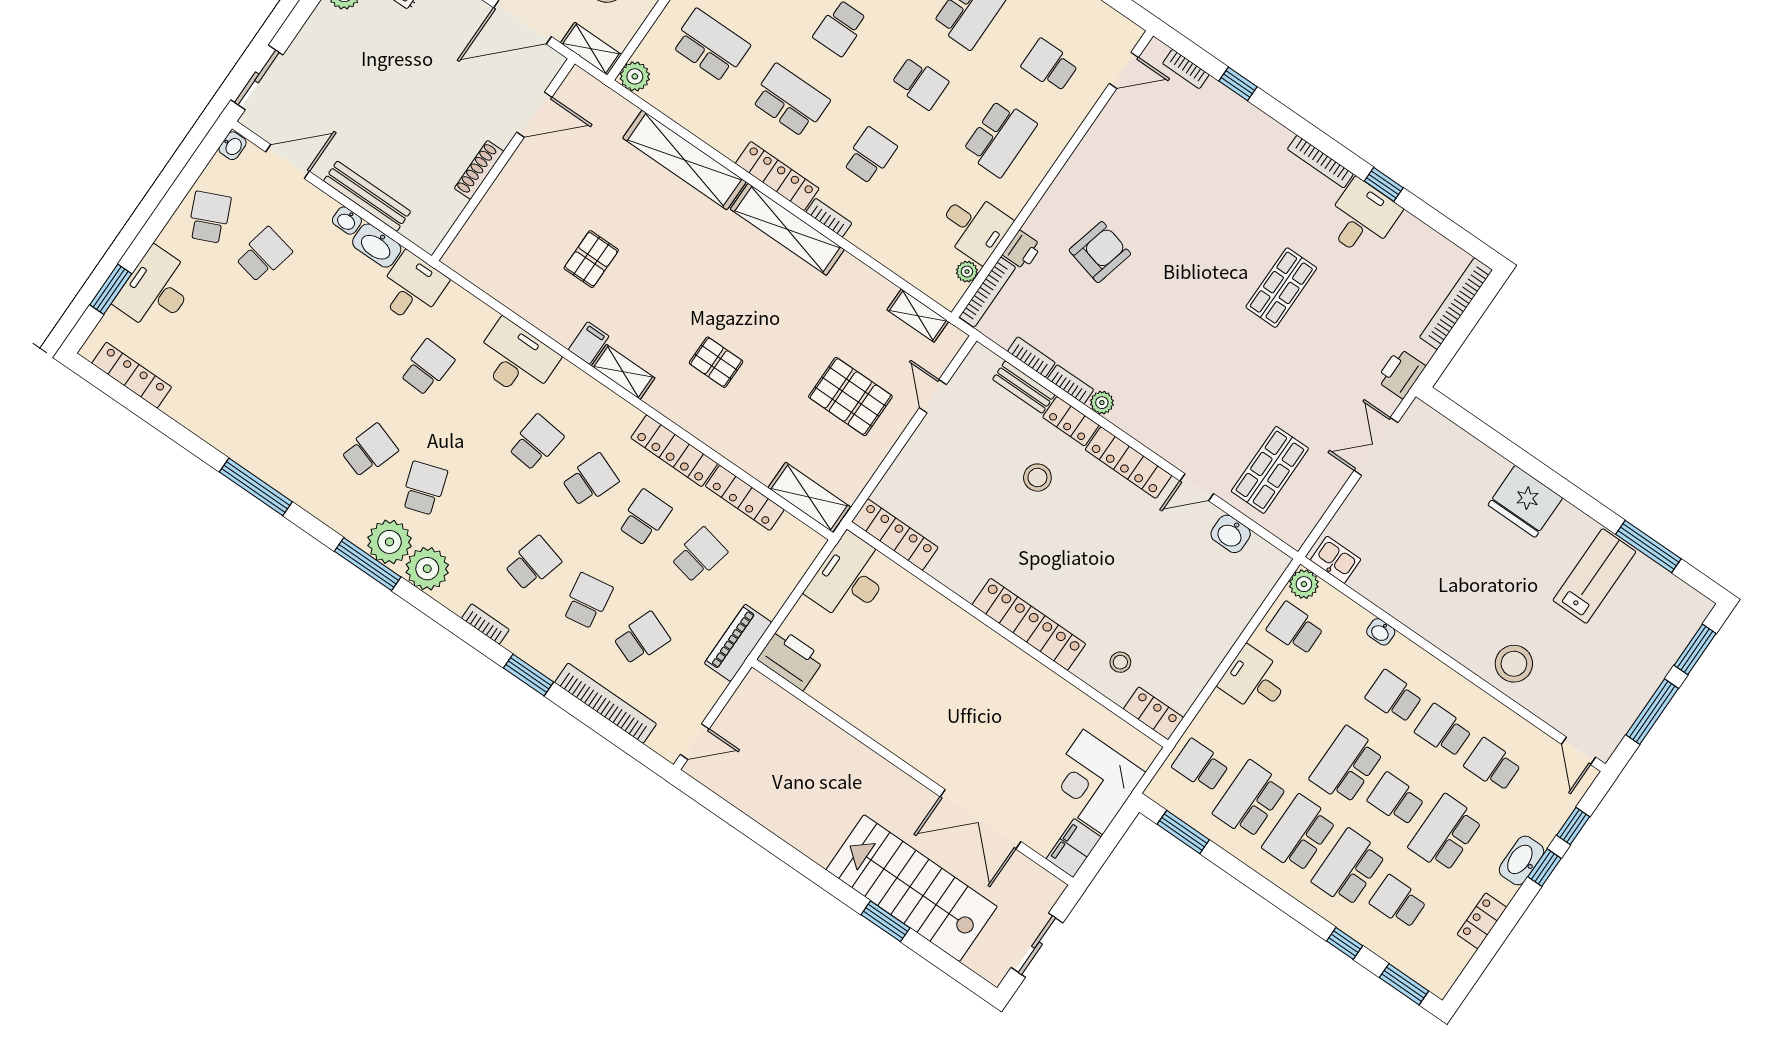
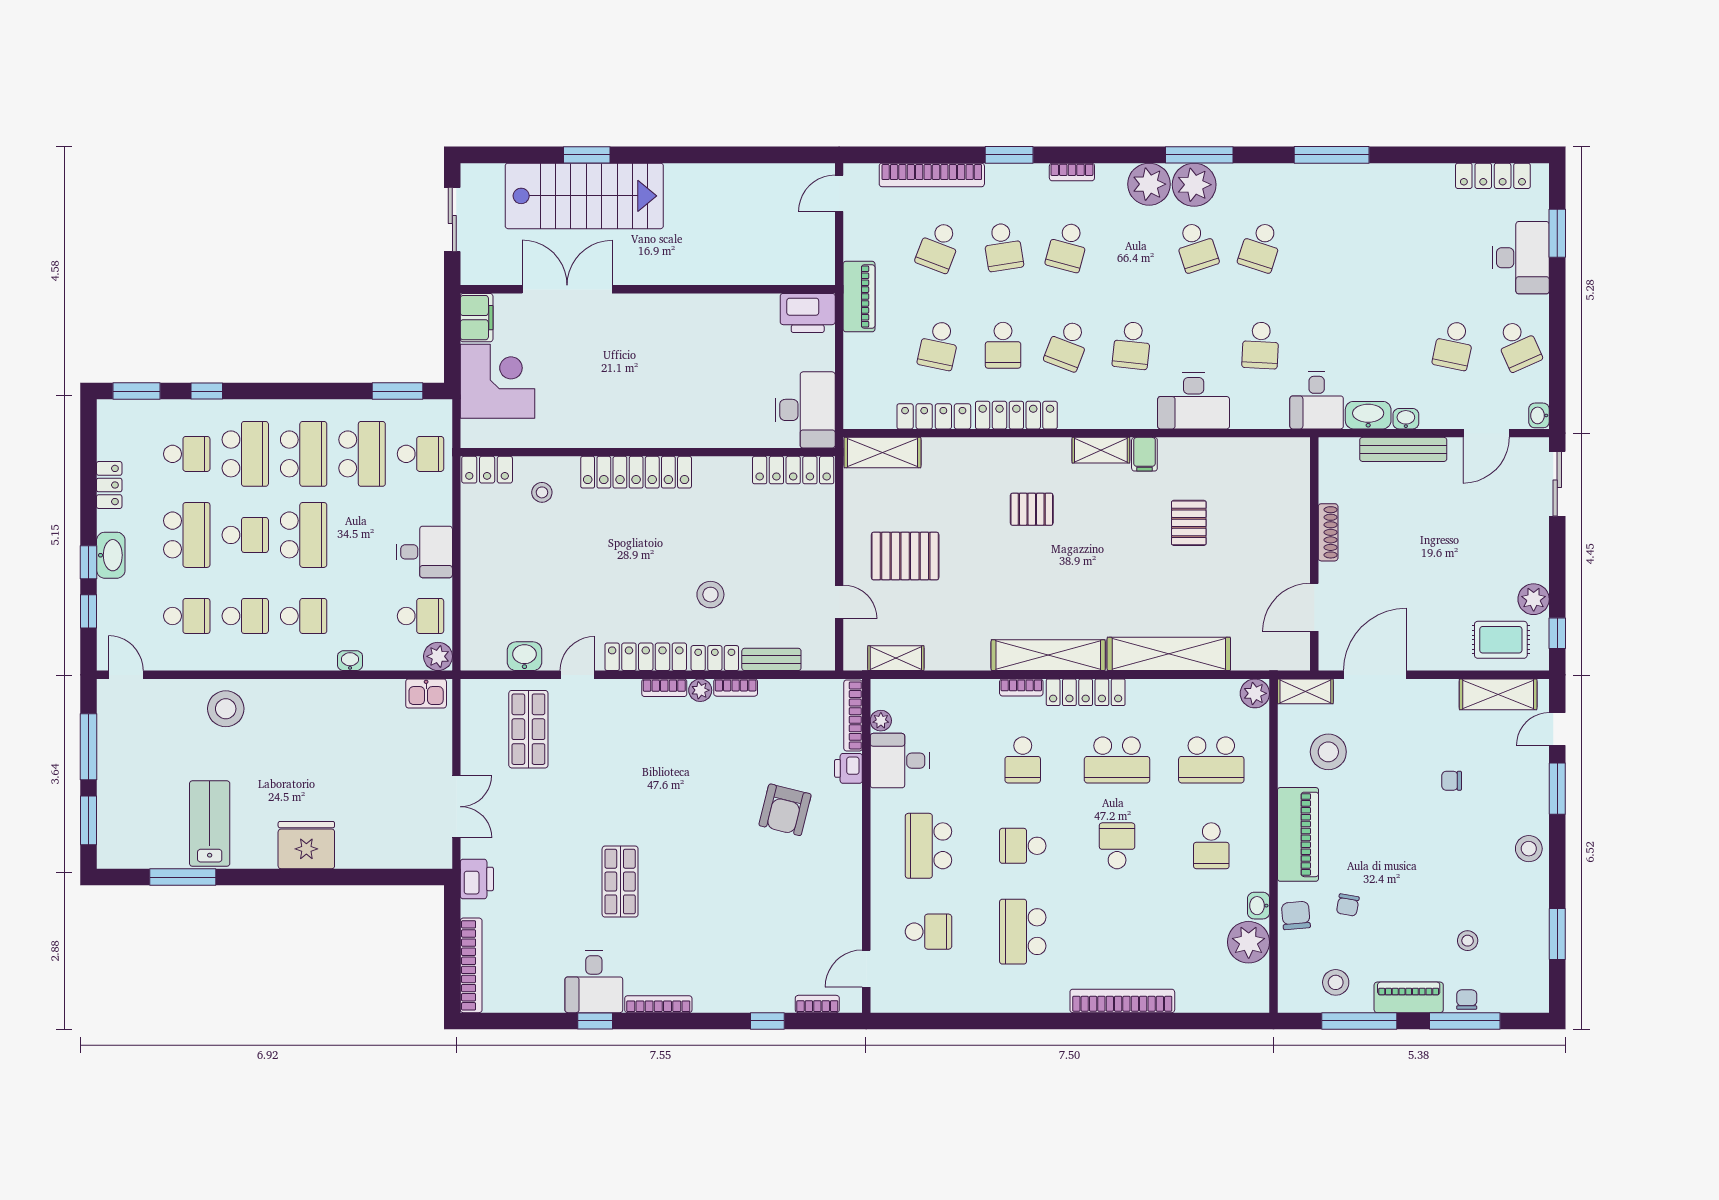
bookcase: (1031, 357) -> (664, 688), moved
lab bench: (1594, 576) -> (210, 824), turned 180

